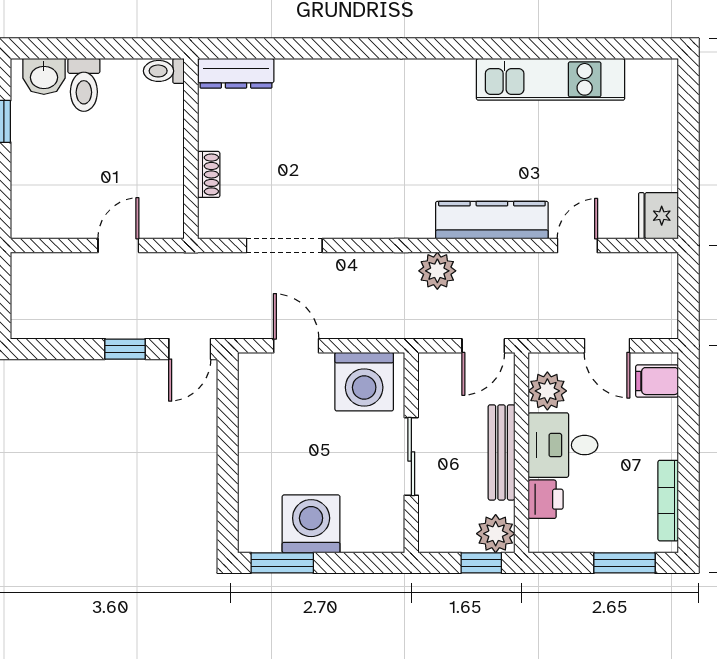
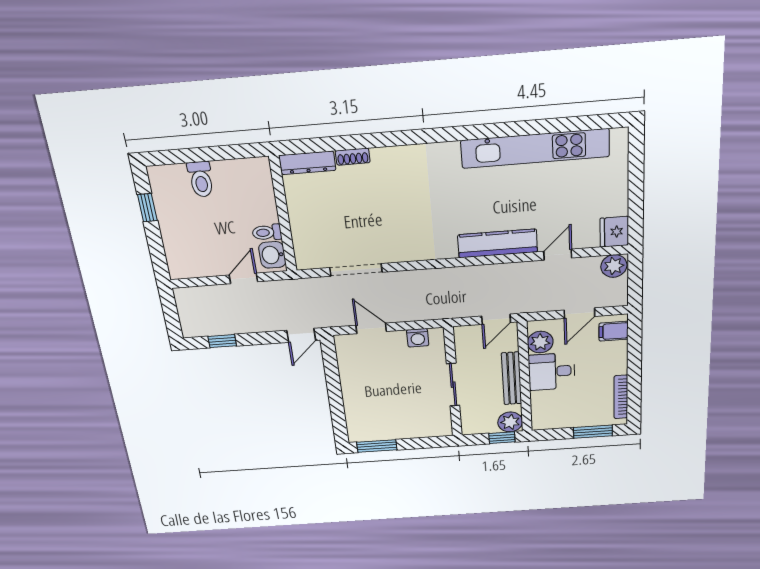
toilet: (164, 71) -> (267, 232), moved
washbasin: (44, 76) -> (272, 255), moved, turned 90
kitchen unit: (551, 79) -> (535, 148), width x1.36
shoe rack: (209, 174) -> (353, 157), moved, turned 90
plant: (437, 271) -> (614, 266), moved
door: (607, 346) -> (579, 313), hinge flipped
window: (125, 349) -> (222, 341), moved
washing machine: (364, 382) -> (418, 338), width x0.53, depth x0.53
printer: (546, 499) -> (541, 402), removed
washing machine: (311, 524) -> (393, 425), removed

